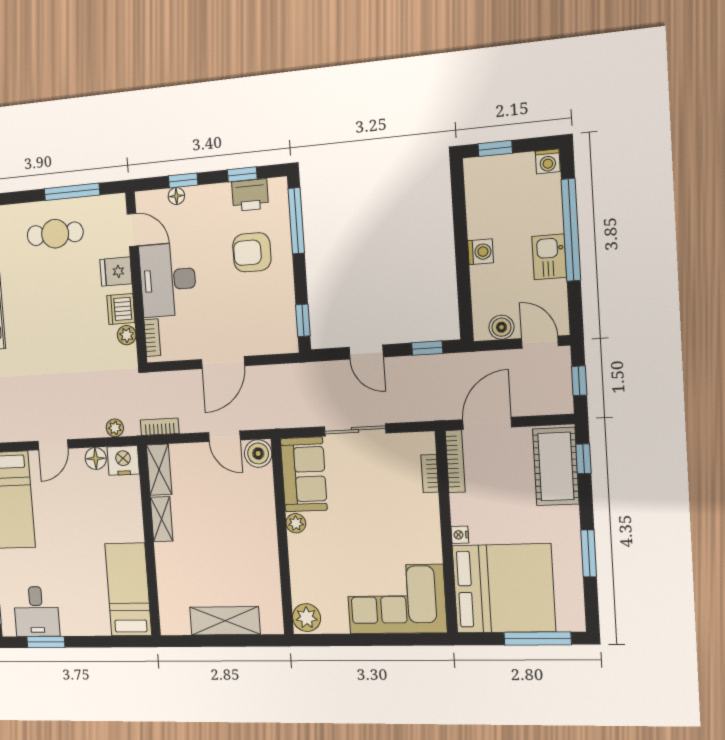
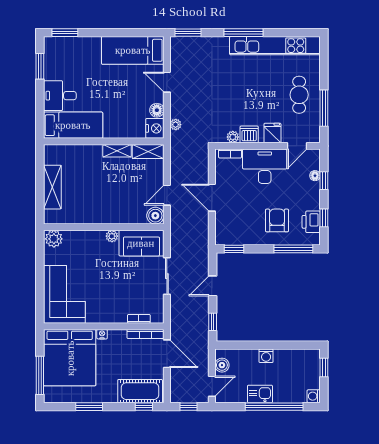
bookcase: (160, 427) -> (175, 154), removed
desk: (36, 612) -> (60, 96), moved

